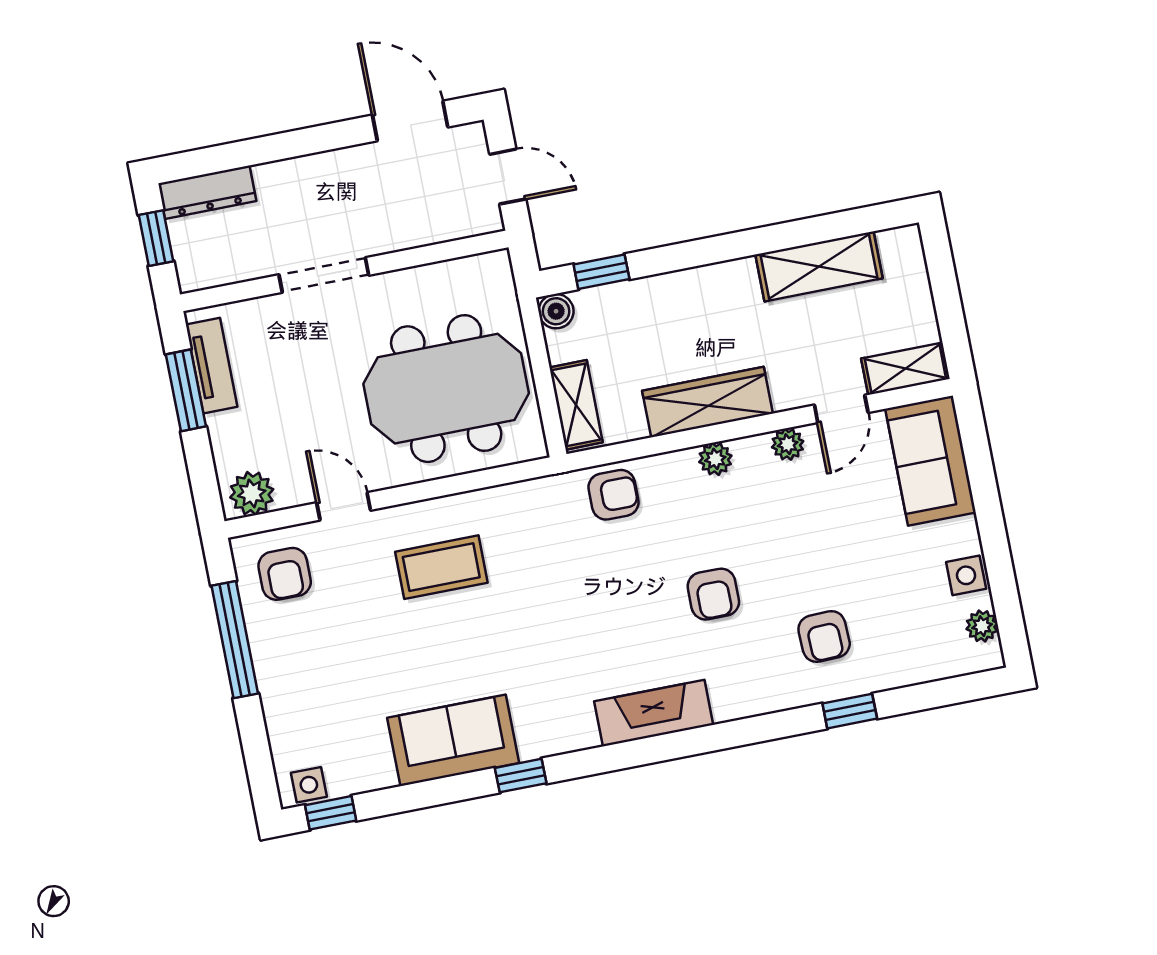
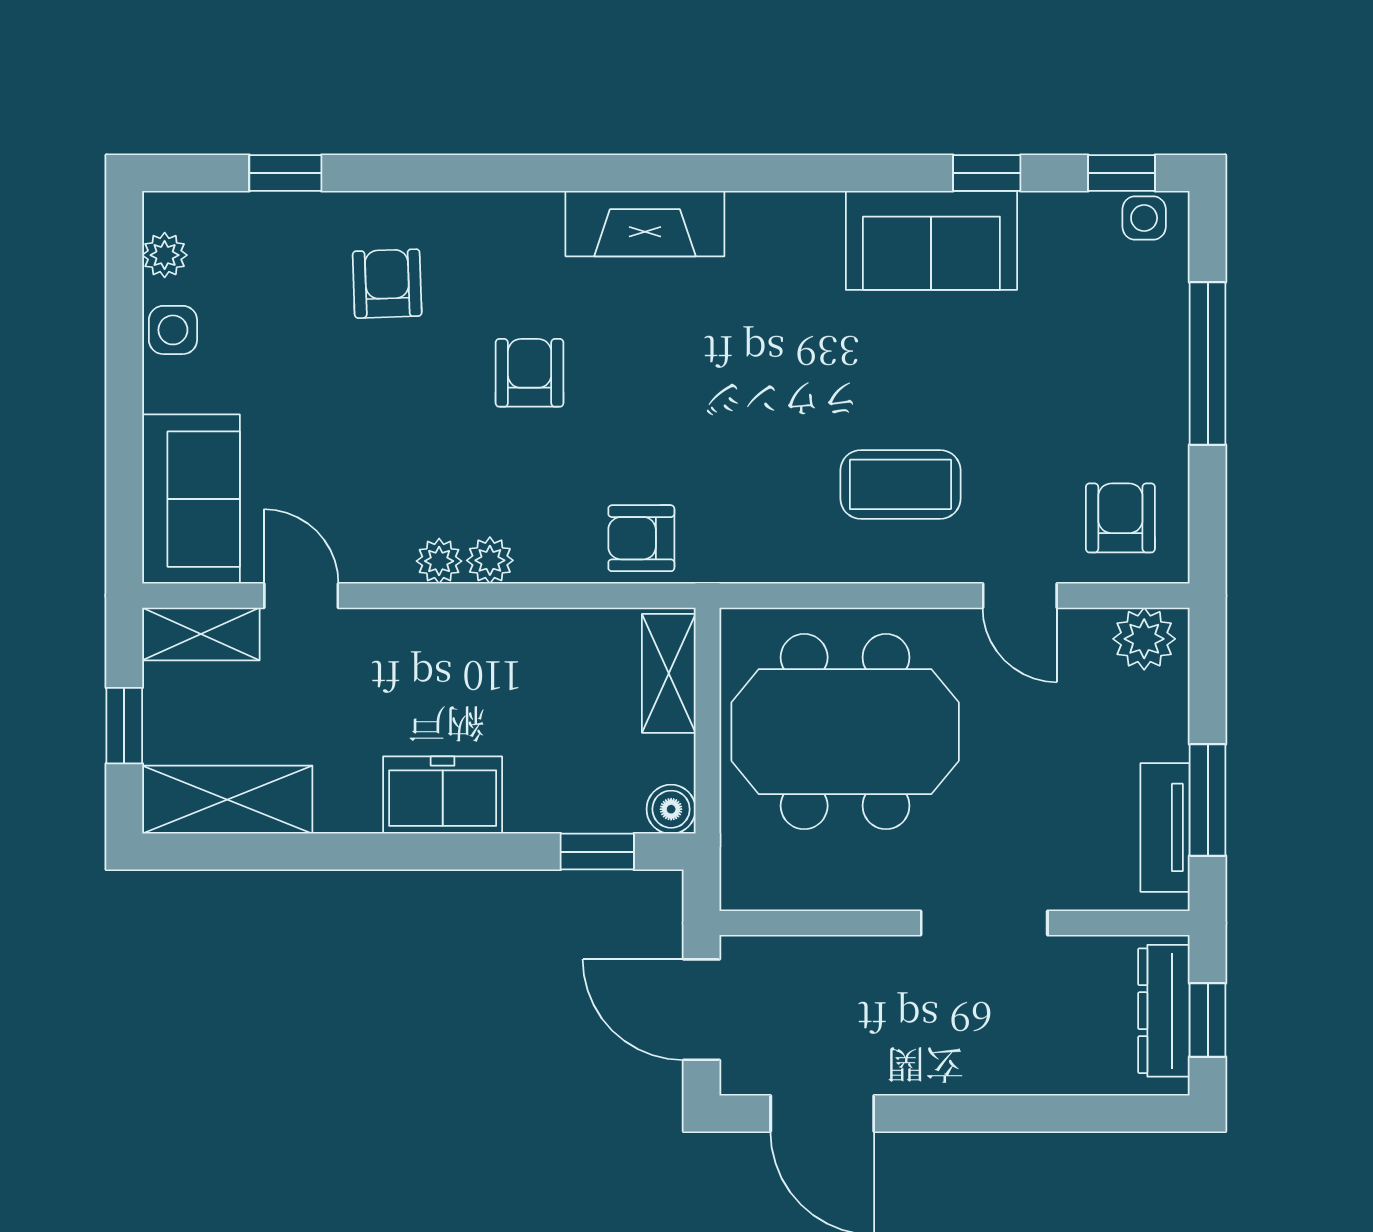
door: (508, 177) -> (702, 1010), width x1.38
dresser: (207, 192) -> (1164, 1011), moved, turned -90
shelving: (819, 266) -> (227, 800), moved
freezer: (716, 290) -> (443, 795), added
window: (946, 295) -> (124, 726), added
wardrobe: (708, 402) -> (485, 641), removed
door: (841, 409) -> (301, 596), hinge flipped
plant: (788, 444) -> (439, 561), moved
window: (235, 640) -> (1208, 363), moved
window: (850, 711) -> (285, 173), moved
window: (521, 776) -> (987, 173), moved

